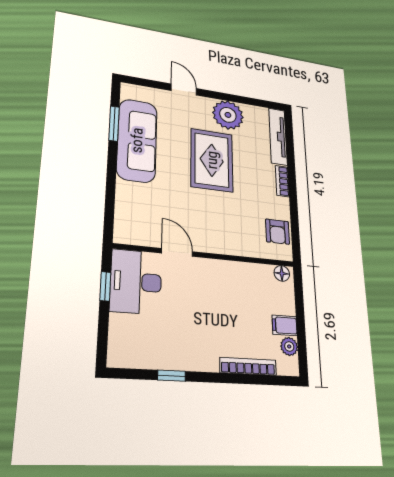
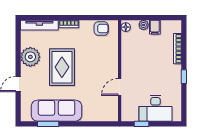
rug: (212, 160) -> (62, 67), turned 90
desk: (136, 282) -> (155, 108), moved
plant: (289, 346) -> (144, 25), moved
window: (171, 376) -> (184, 77), moved

